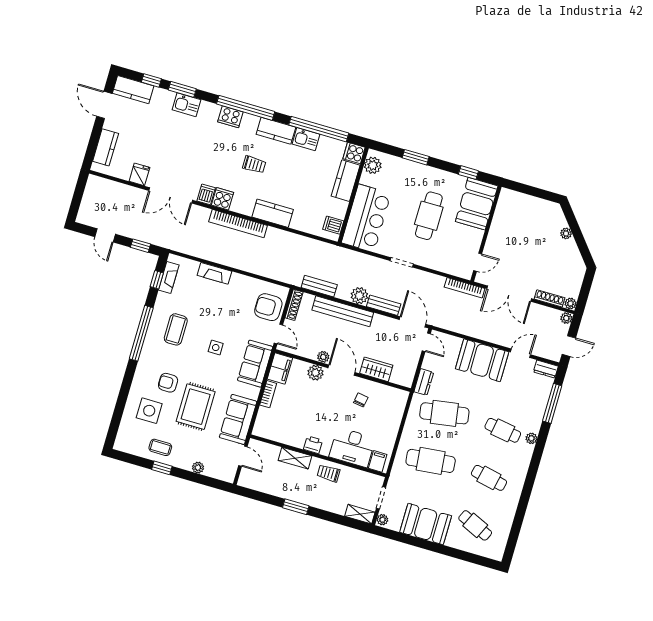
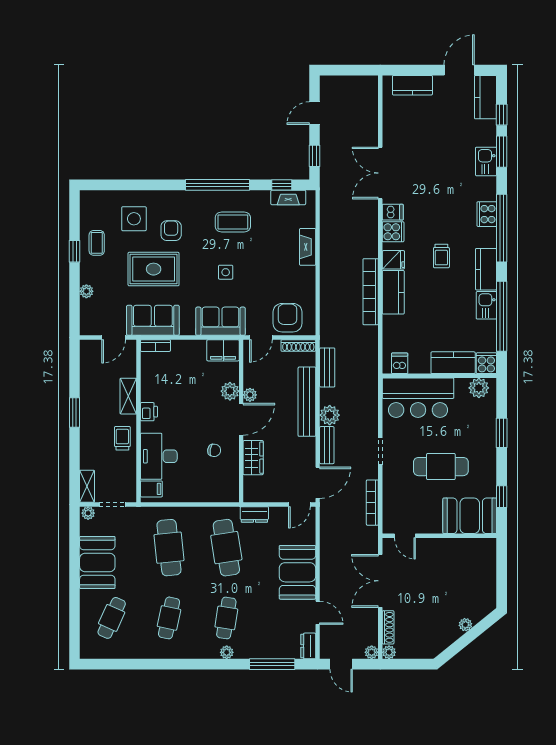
fridge: (139, 174) -> (393, 260), moved
bookcase: (238, 224) -> (371, 292), moved
bookcase: (465, 288) -> (372, 503), moved
bookcase: (268, 394) -> (155, 346), moved

